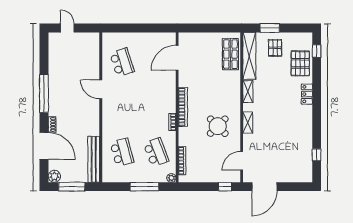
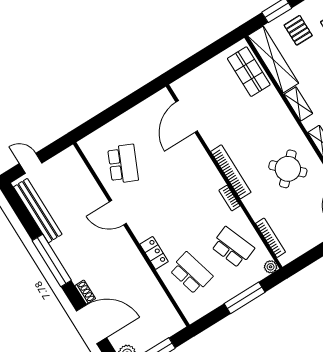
school desk: (122, 62) -> (123, 164), turned 42
locker: (107, 127) -> (154, 253), added
bench: (94, 159) -> (38, 211), moved

